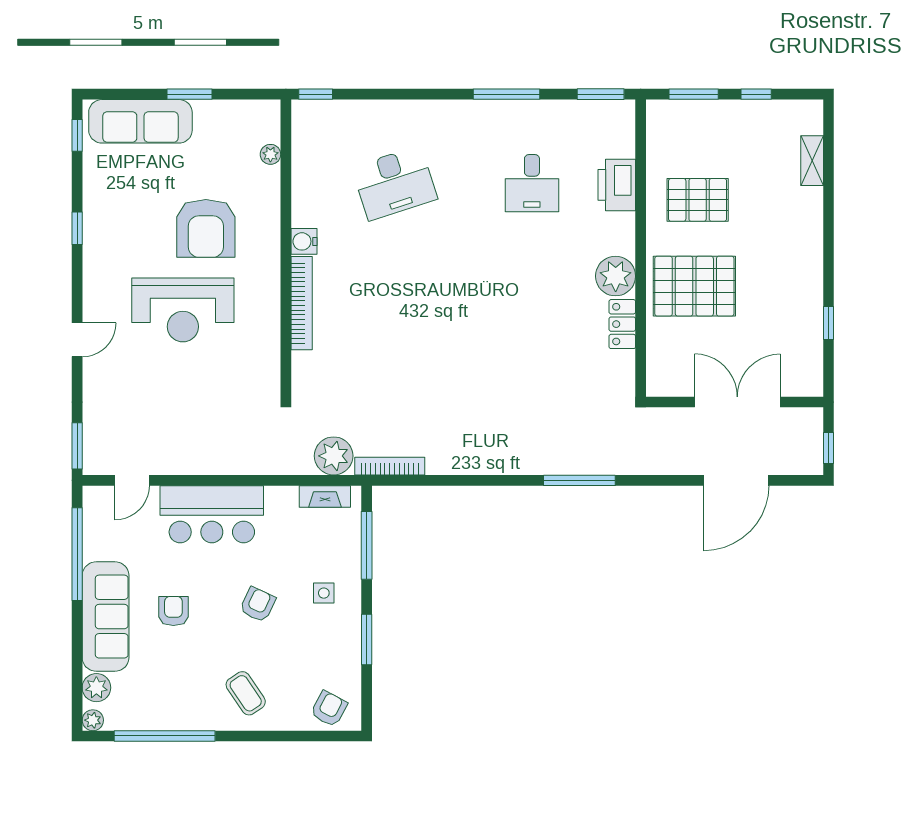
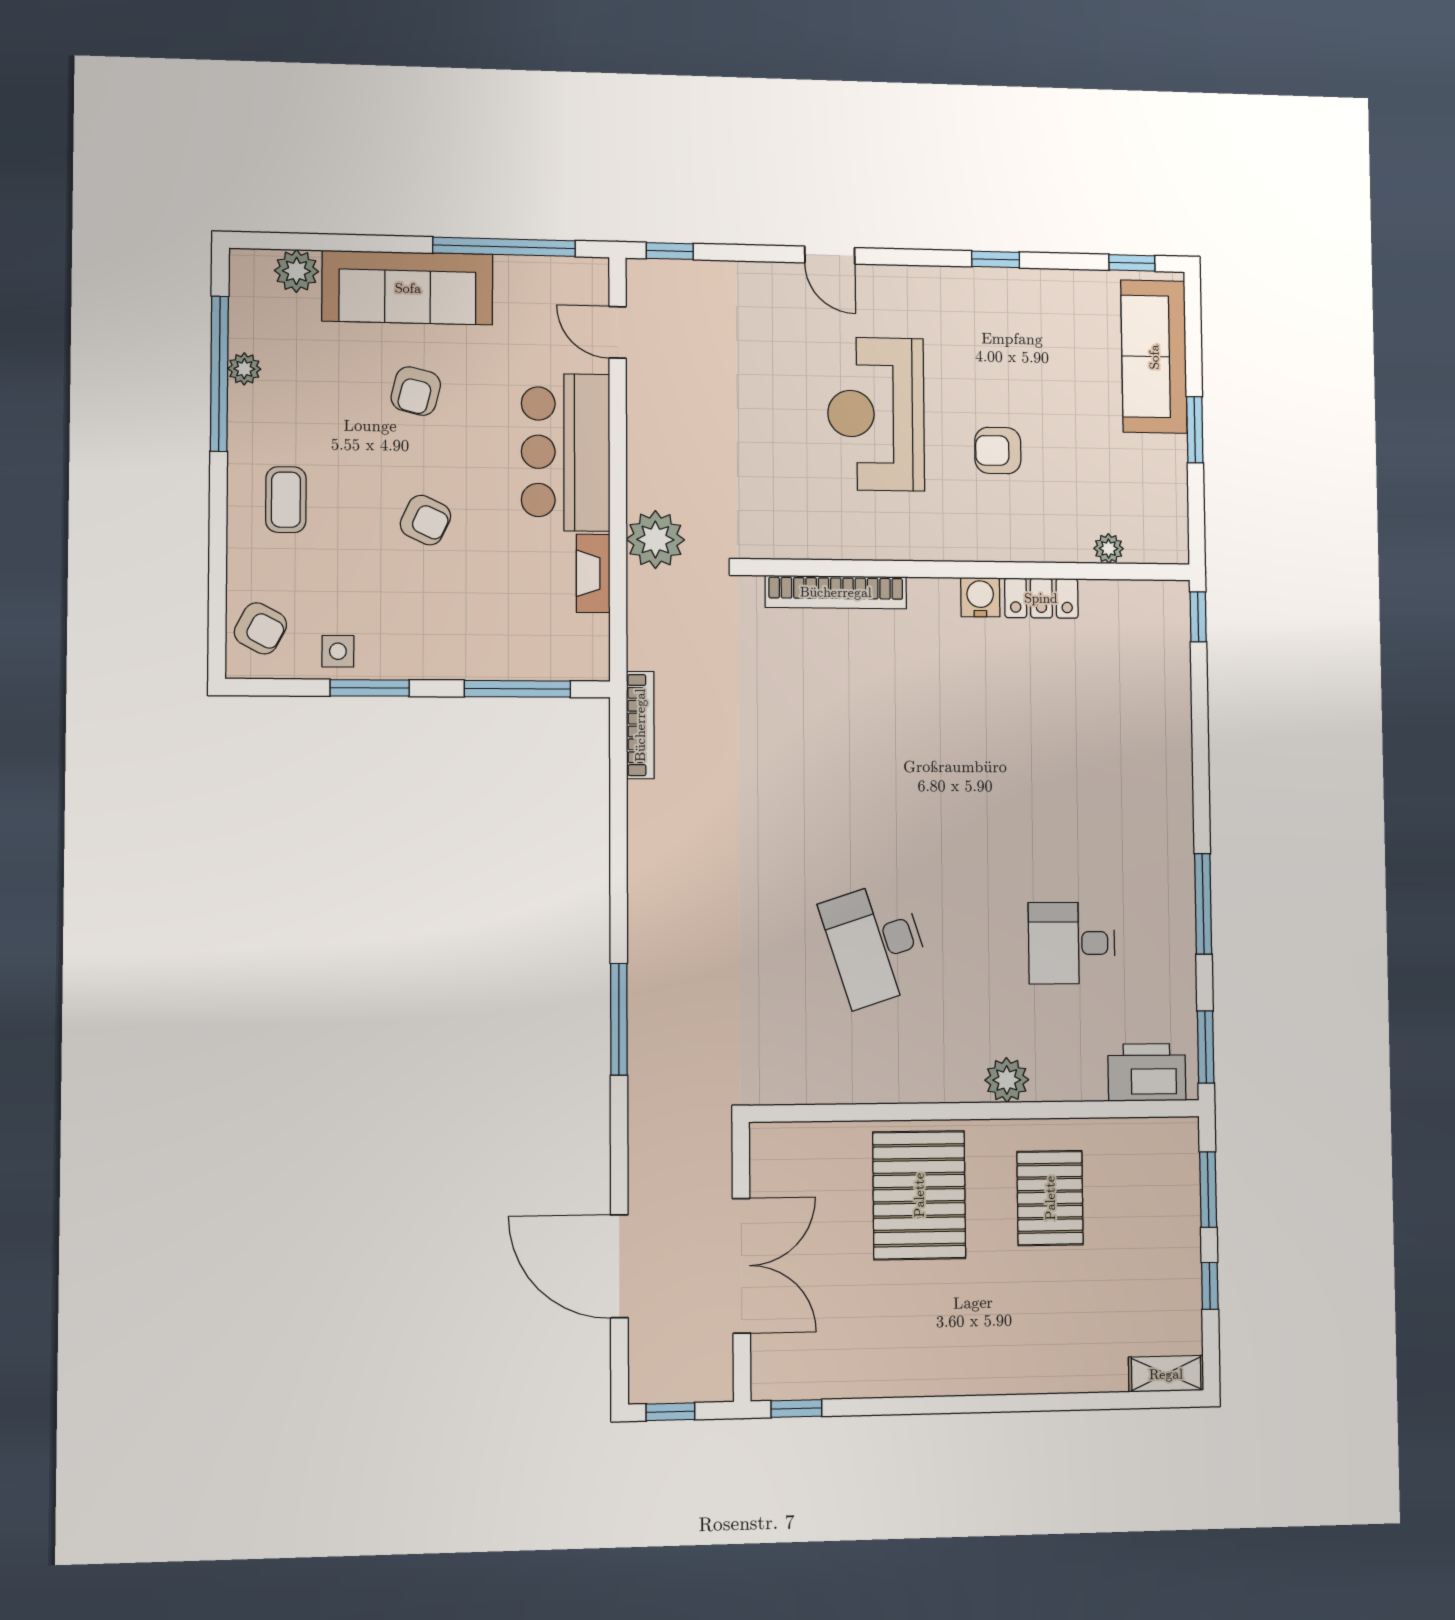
shelving: (812, 161) -> (1166, 1374), moved
desk: (394, 183) -> (876, 944), moved
printer: (617, 185) -> (1147, 1072), moved
armchair: (206, 228) -> (998, 450), width x0.53, depth x0.53
plant: (616, 276) -> (1007, 1080), moved, width x0.73, depth x0.73
bookcase: (302, 303) -> (836, 592), moved
window: (828, 323) -> (796, 1409), moved
locker: (622, 324) -> (1041, 598), moved, turned 180
window: (77, 446) -> (670, 251), width x0.67
plant: (334, 456) -> (655, 540), moved
fireplace: (325, 496) -> (593, 573), moved
side table: (324, 593) -> (338, 651), moved
armchair: (173, 611) -> (416, 391), turned 104
coffee table: (246, 693) -> (286, 500), turned -56
plant: (93, 720) -> (244, 369), moved

